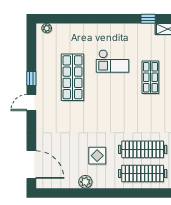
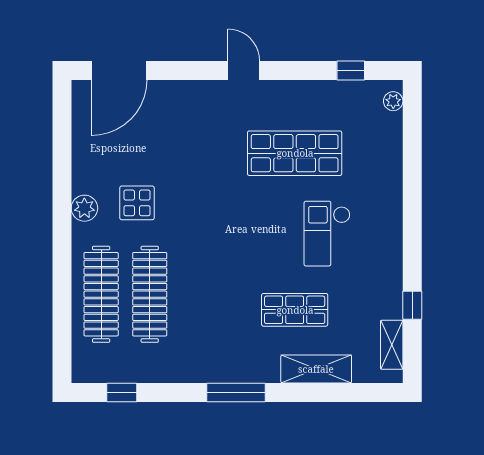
window: (31, 79) -> (351, 70), moved
plant: (85, 182) -> (84, 208), moved

